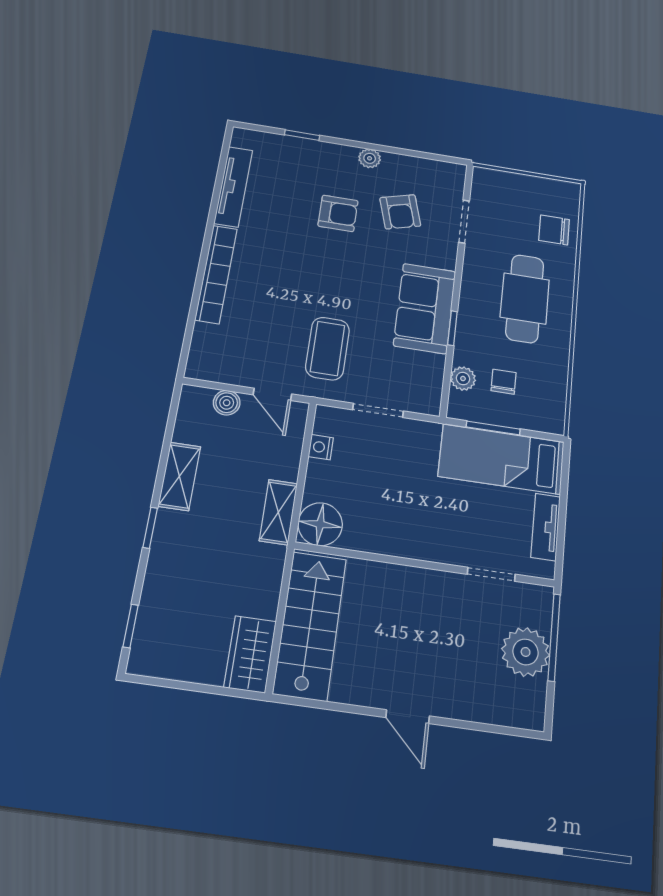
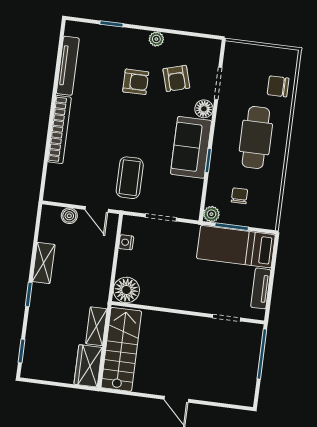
floor lamp: (443, 255) -> (204, 109), added
plant: (463, 379) -> (211, 214), moved
shelving: (278, 512) -> (96, 326), moved
plant: (526, 652) -> (245, 363), removed

